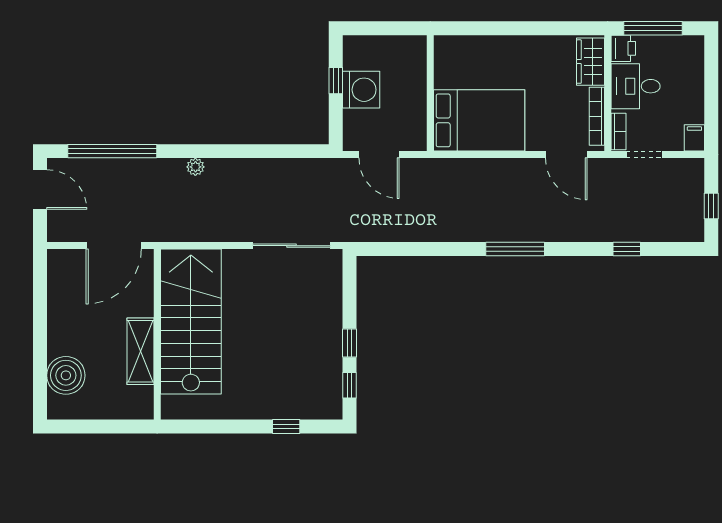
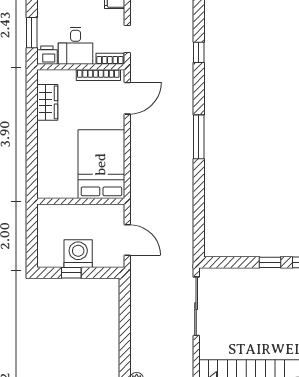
window: (653, 28) -> (32, 33), width x0.69
wardrobe: (590, 62) -> (47, 102), moved, turned -90
door: (379, 155) -> (127, 240), hinge flipped

